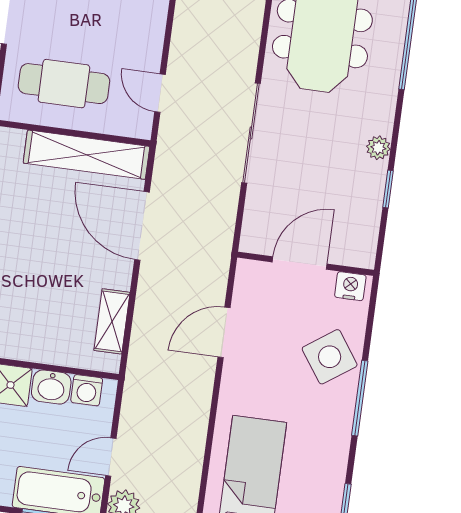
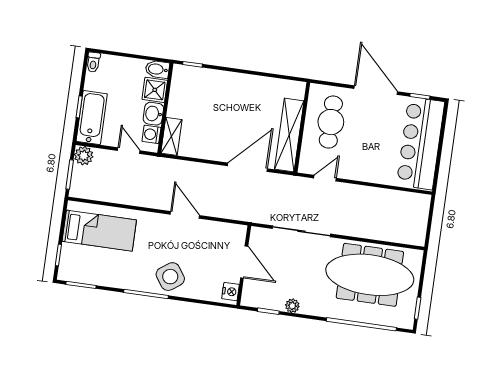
door: (300, 263) -> (244, 262), moved
wall: (306, 264) -> (244, 265), moved
nightstand: (350, 286) -> (231, 292), moved
shelving: (112, 321) -> (171, 136), moved, turned 90
door: (111, 457) -> (129, 151), moved

